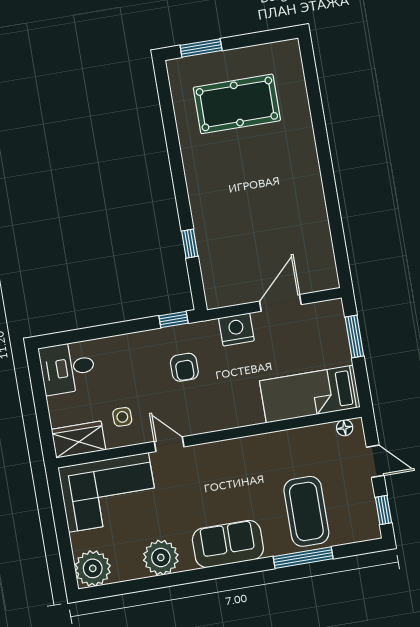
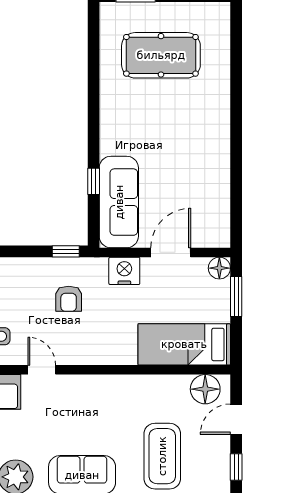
sofa: (219, 260) -> (119, 202), added
floor lamp: (333, 310) -> (219, 268), added
floor lamp: (345, 428) -> (205, 389), width x1.89, depth x1.89
door: (375, 461) -> (236, 419), swing flipped

